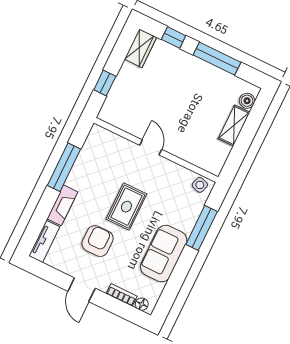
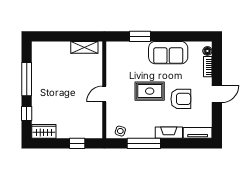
boiler: (247, 101) -> (44, 47), removed
shelving: (234, 125) -> (84, 47), moved
side table: (200, 185) -> (120, 131), moved
window: (202, 228) -> (140, 36), width x0.69
armchair: (98, 241) -> (181, 99), turned 180

